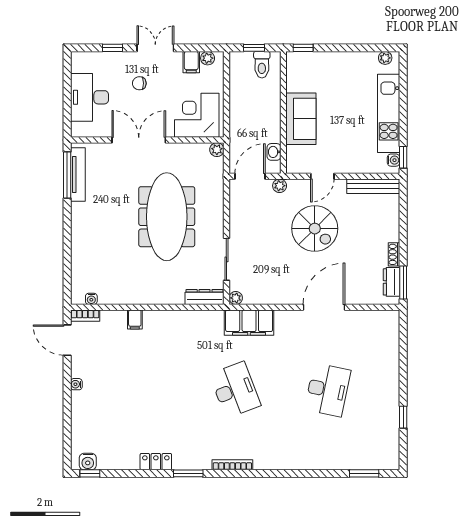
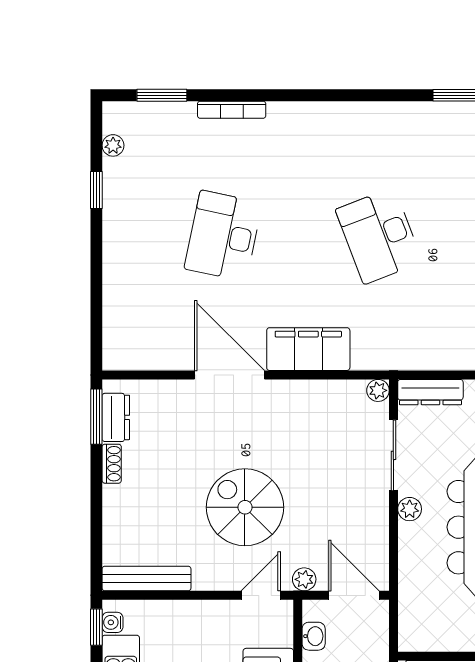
plant: (217, 150) -> (410, 509), moved
door: (250, 176) -> (354, 595), swing flipped
door: (322, 176) -> (261, 595), moved
door: (324, 307) -> (230, 375), swing flipped
filing cabinet: (249, 323) -> (308, 349), moved
plant: (393, 444) -> (113, 145), added
bookcase: (232, 465) -> (232, 110), moved

